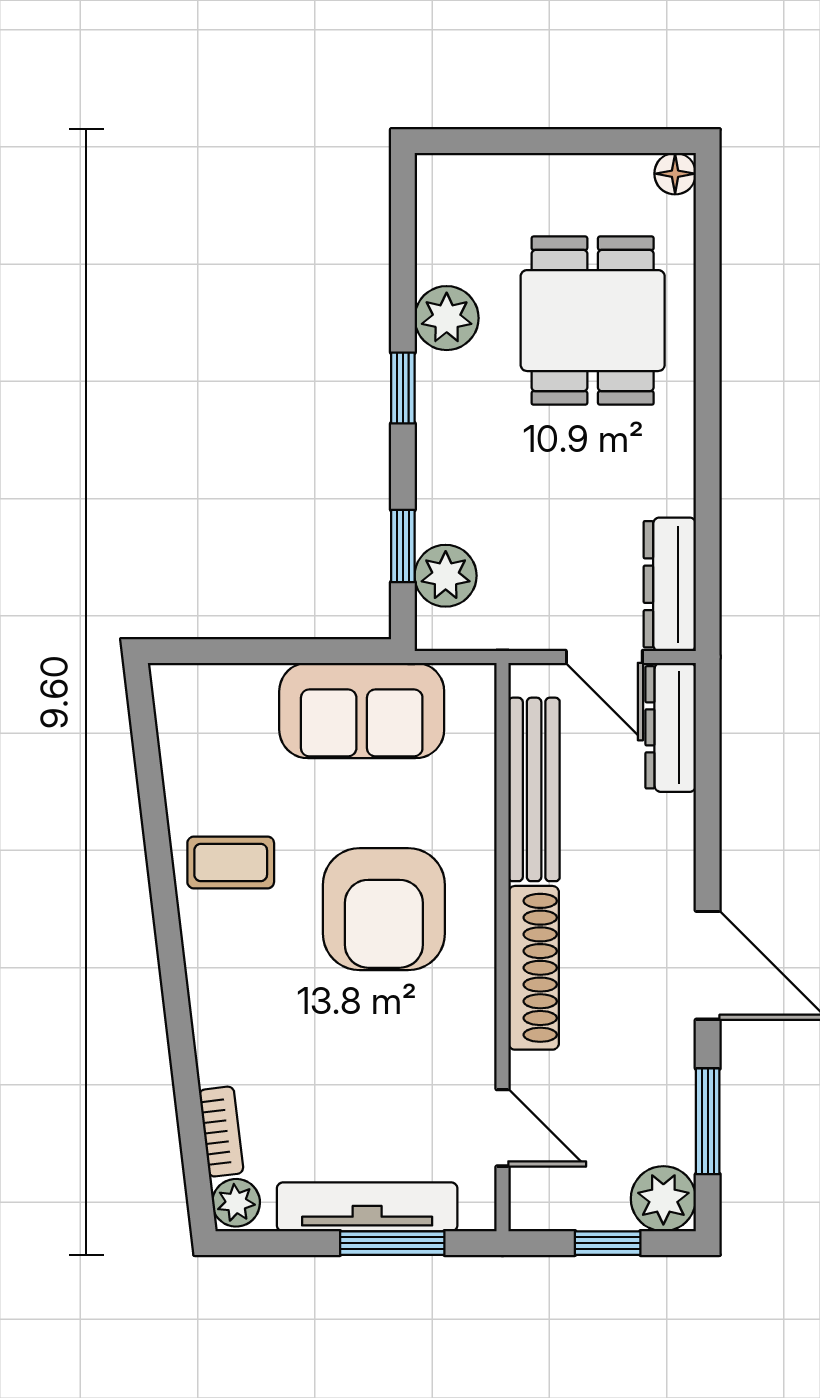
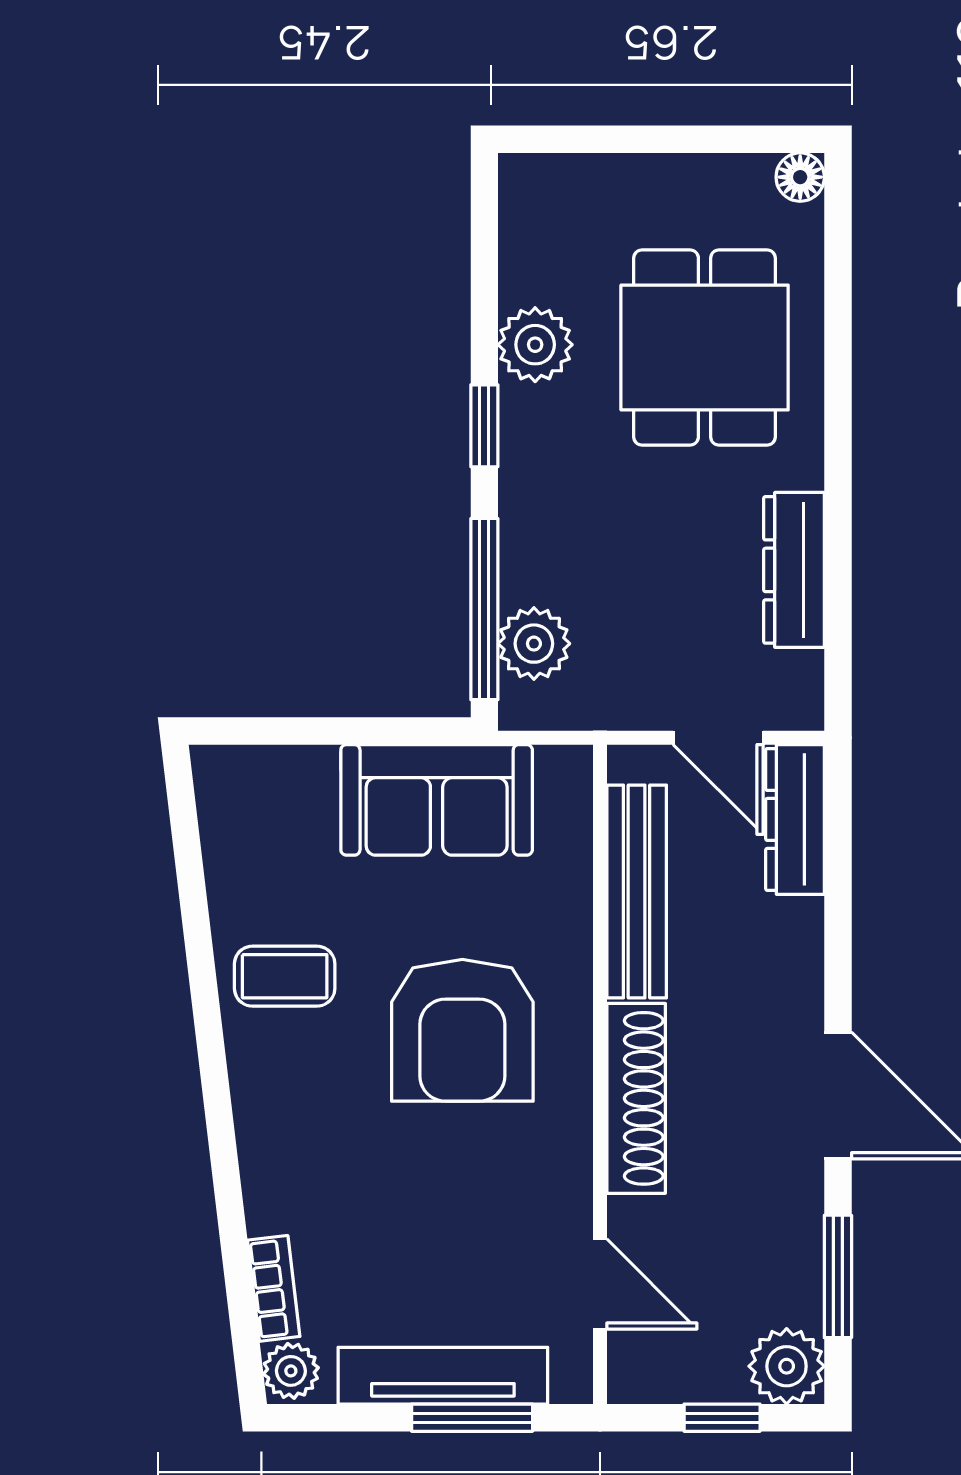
window: (403, 546) -> (484, 609), width x2.17
dresser: (670, 584) -> (794, 570), moved

